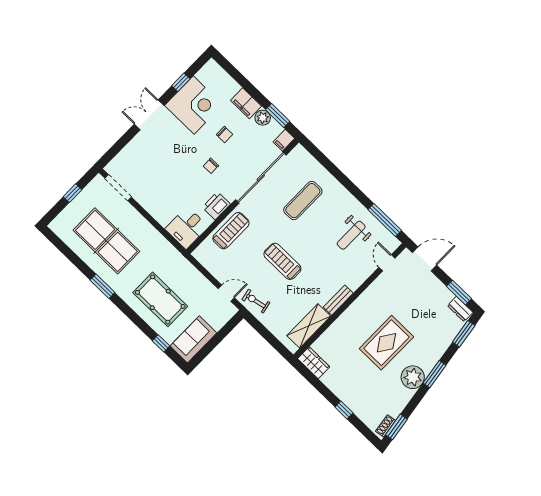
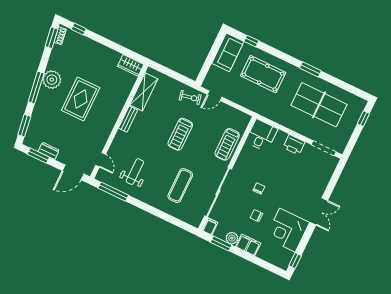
window: (181, 82) -> (295, 261), moved
window: (73, 193) -> (363, 119), moved
printer: (216, 206) -> (294, 145), moved, turned 90
treadmill: (282, 261) -> (180, 134), turned 90
dresser: (460, 309) -> (49, 151), moved
window: (435, 374) -> (36, 87), width x1.44
window: (344, 410) -> (79, 29), moved

